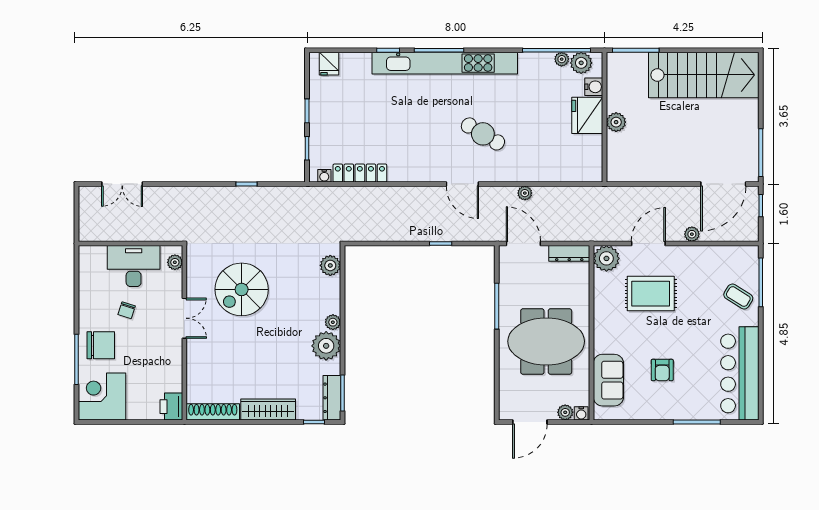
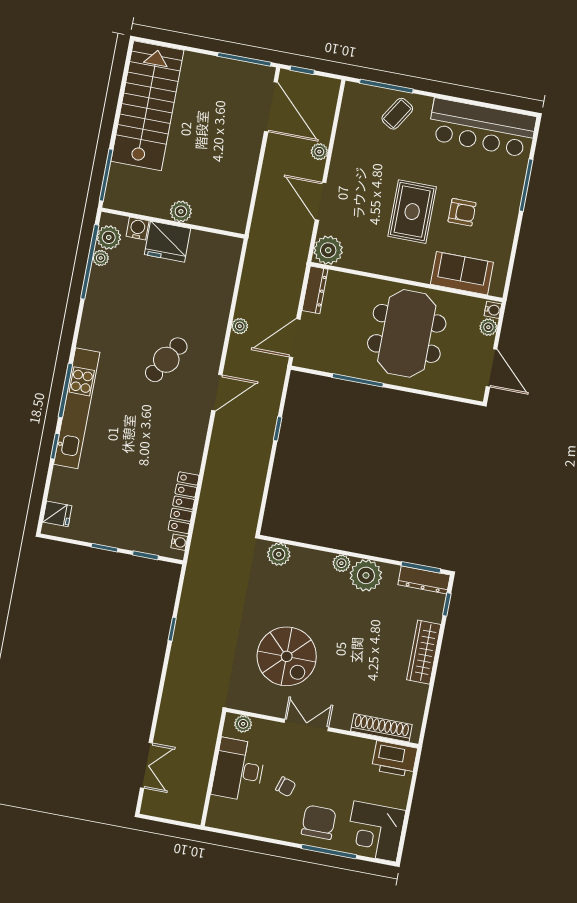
kitchen unit: (445, 63) -> (77, 408), width x0.73
rug: (651, 294) -> (412, 212), moved
printer: (171, 407) -> (394, 759), width x1.37, depth x1.19
shoe rack: (213, 412) -> (381, 728), moved, turned 90

